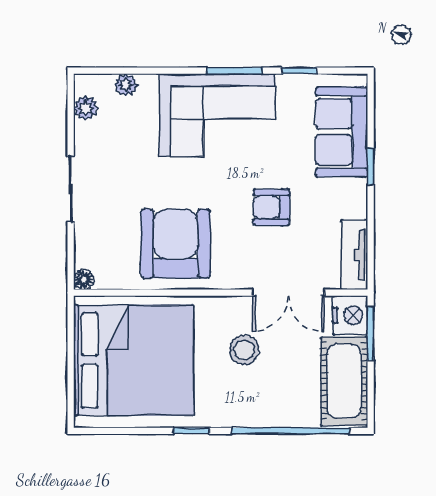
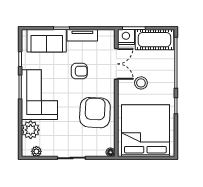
plant: (126, 85) -> (31, 130), width x1.87, depth x1.87
armchair: (271, 207) -> (79, 71), turned -90
armchair: (176, 244) -> (95, 113), turned 93
tv unit: (354, 255) -> (82, 35), moved

